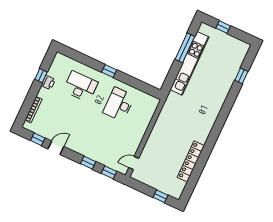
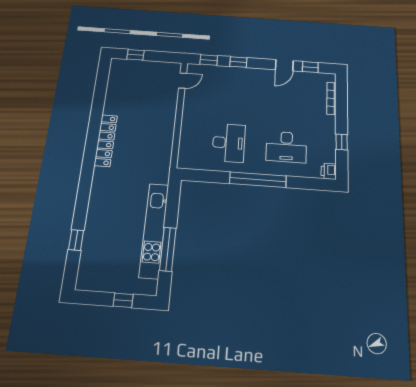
window: (109, 71) -> (258, 180), width x3.17
printer: (48, 82) -> (329, 171), moved
locker: (191, 161) -> (106, 140), moved

